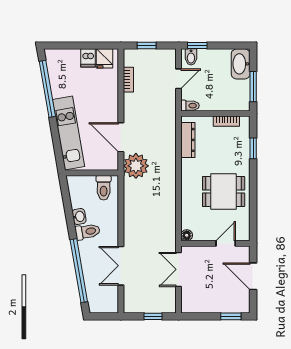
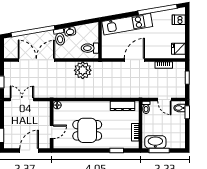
dishwasher: (88, 58) -> (179, 20), moved
washbasin: (241, 64) -> (155, 142), moved
door: (121, 137) -> (134, 60), moved
plant: (136, 166) -> (83, 70), moved
dining table: (224, 191) -> (87, 130), turned 90
door: (226, 243) -> (52, 132), hinge flipped
double door: (121, 266) -> (36, 60), width x1.37
double door: (179, 269) -> (22, 100), moved

